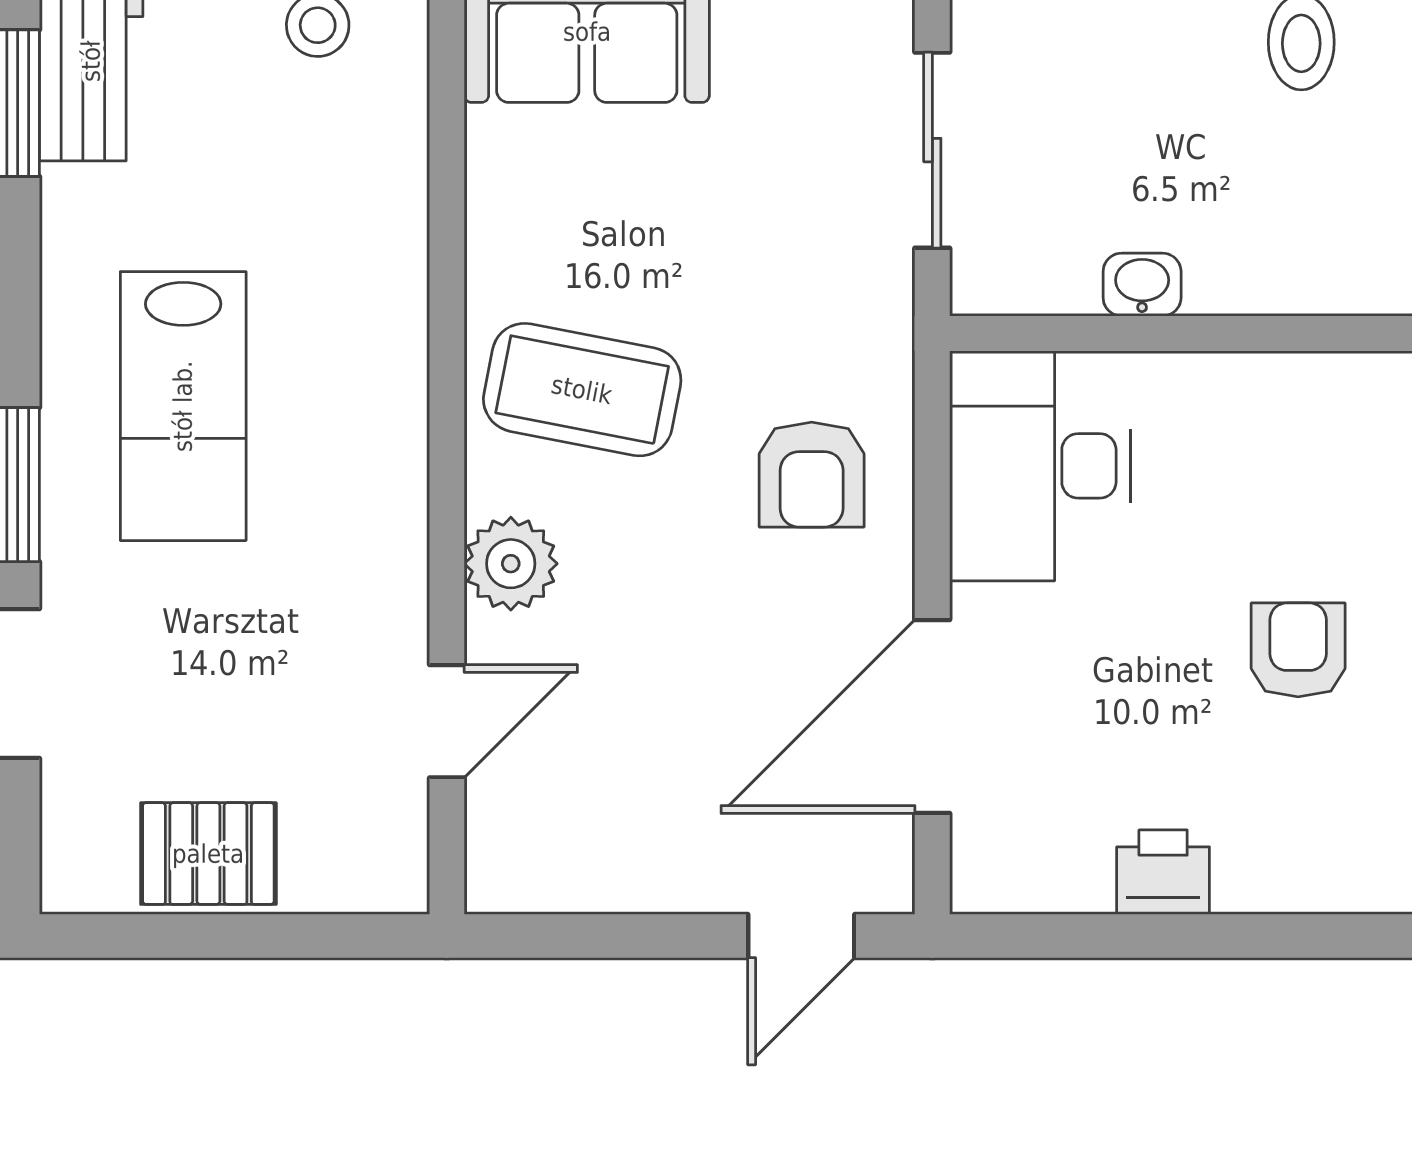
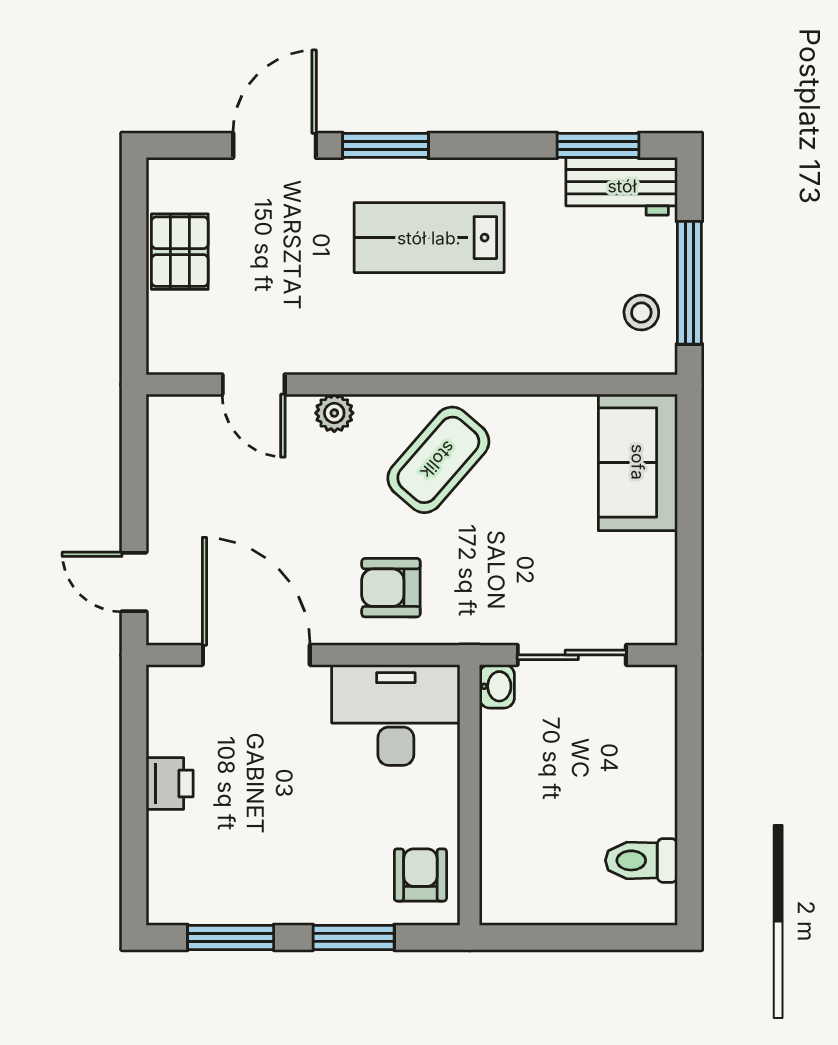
washbasin: (1142, 285) -> (497, 686), moved
coffee table: (582, 390) -> (438, 460), turned 30
plant: (511, 564) -> (334, 413), width x0.73, depth x0.73
armchair: (1298, 650) -> (420, 875), moved, turned -90

